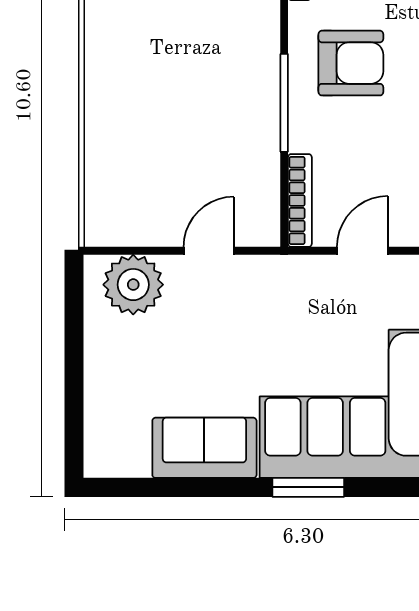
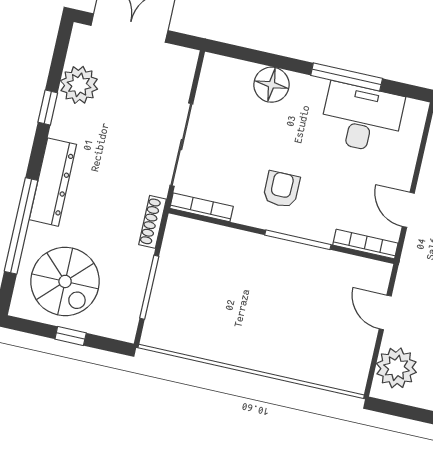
armchair: (351, 63) -> (281, 189), width x0.72, depth x0.72

